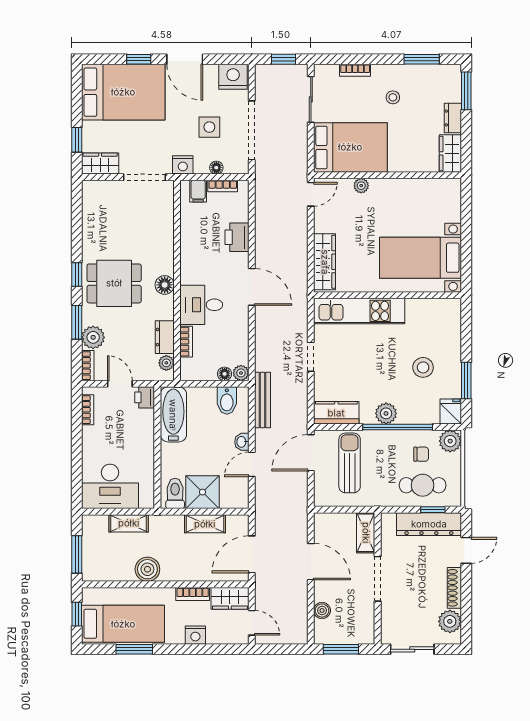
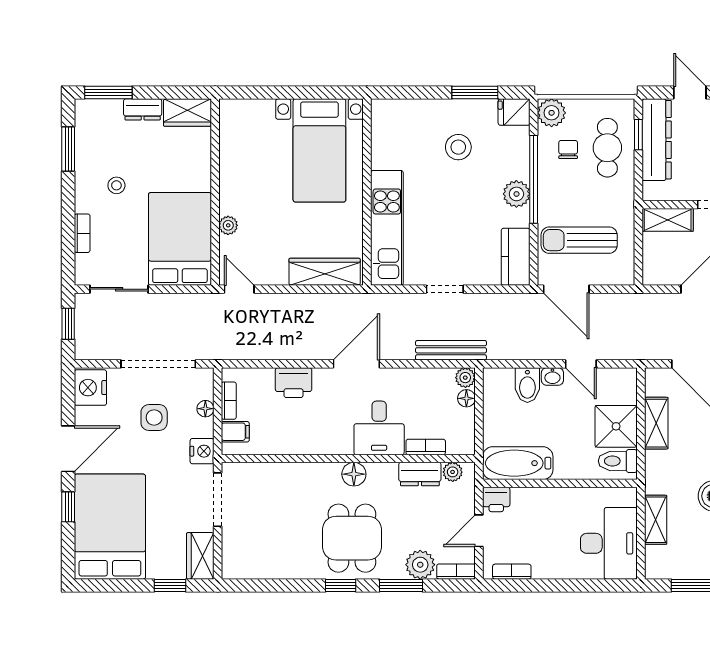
bidet: (227, 400) -> (527, 385), moved, turned 90
bench: (263, 400) -> (451, 350), moved

